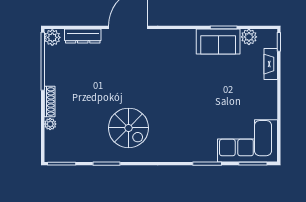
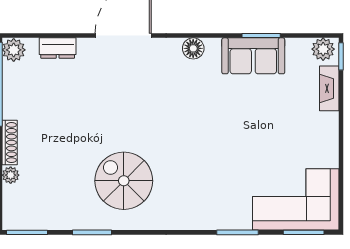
dresser: (83, 36) -> (58, 48), width x0.70
floor lamp: (177, 36) -> (193, 48), added
plant: (249, 37) -> (323, 49), moved
spiral stairs: (129, 128) -> (124, 181), turned 180

